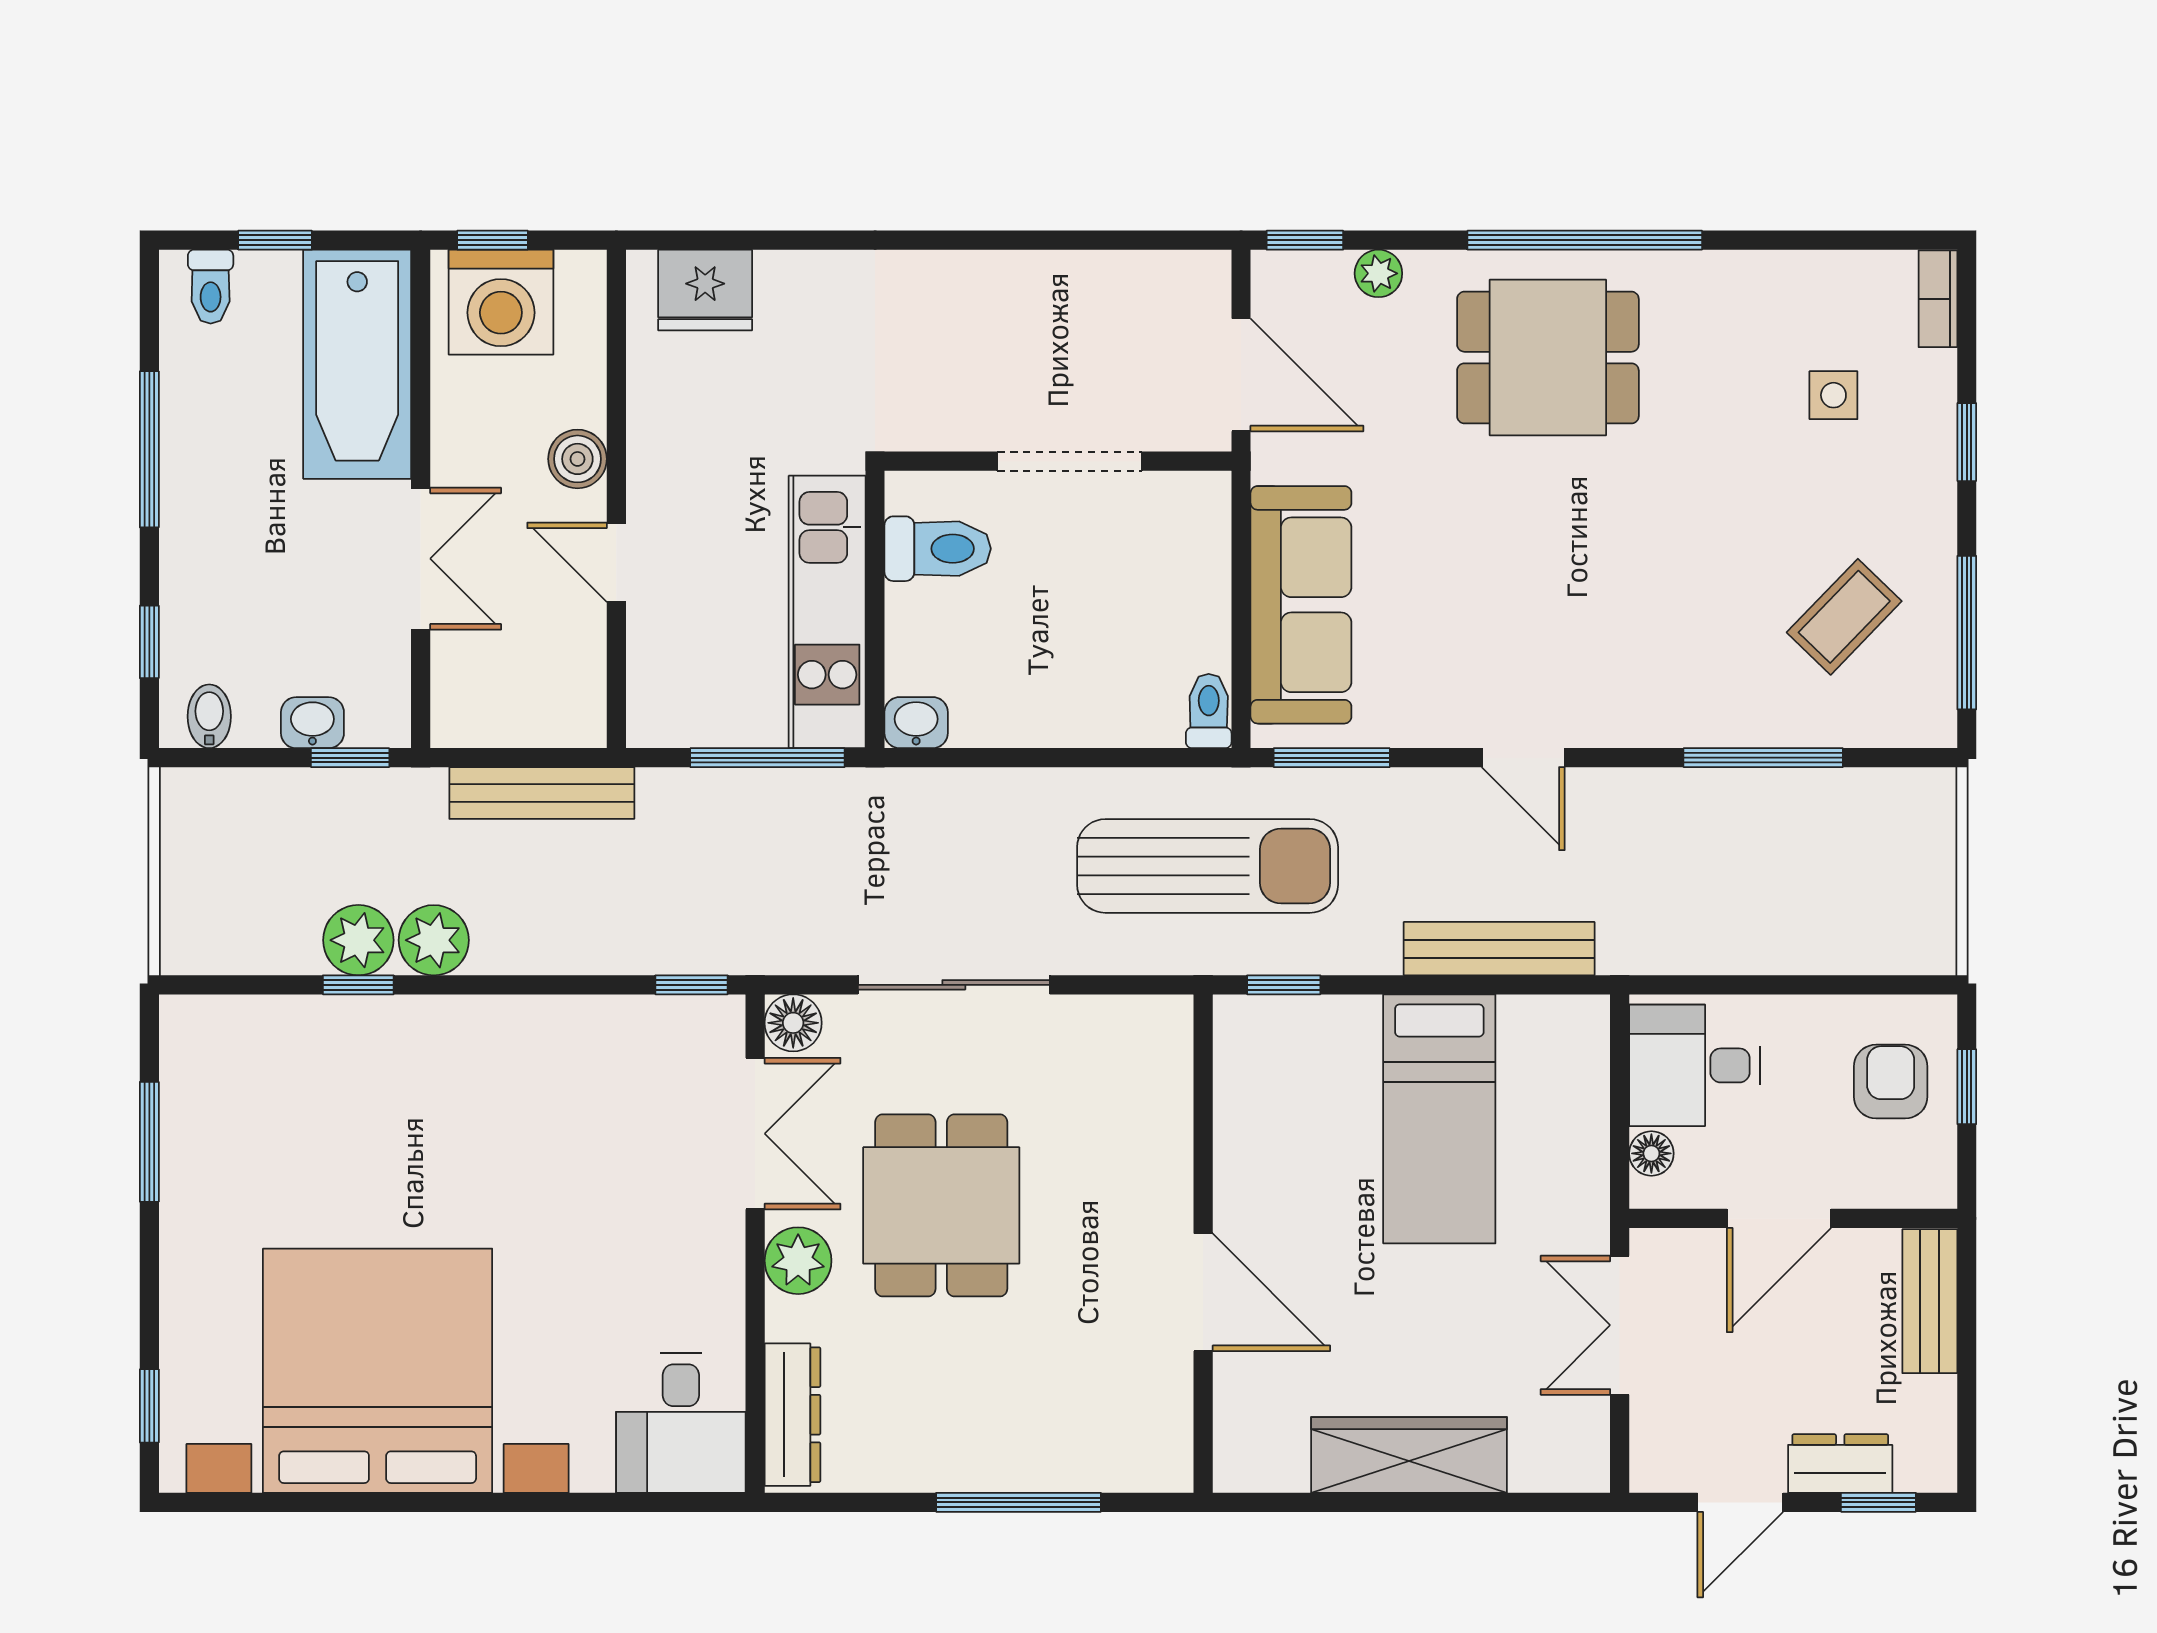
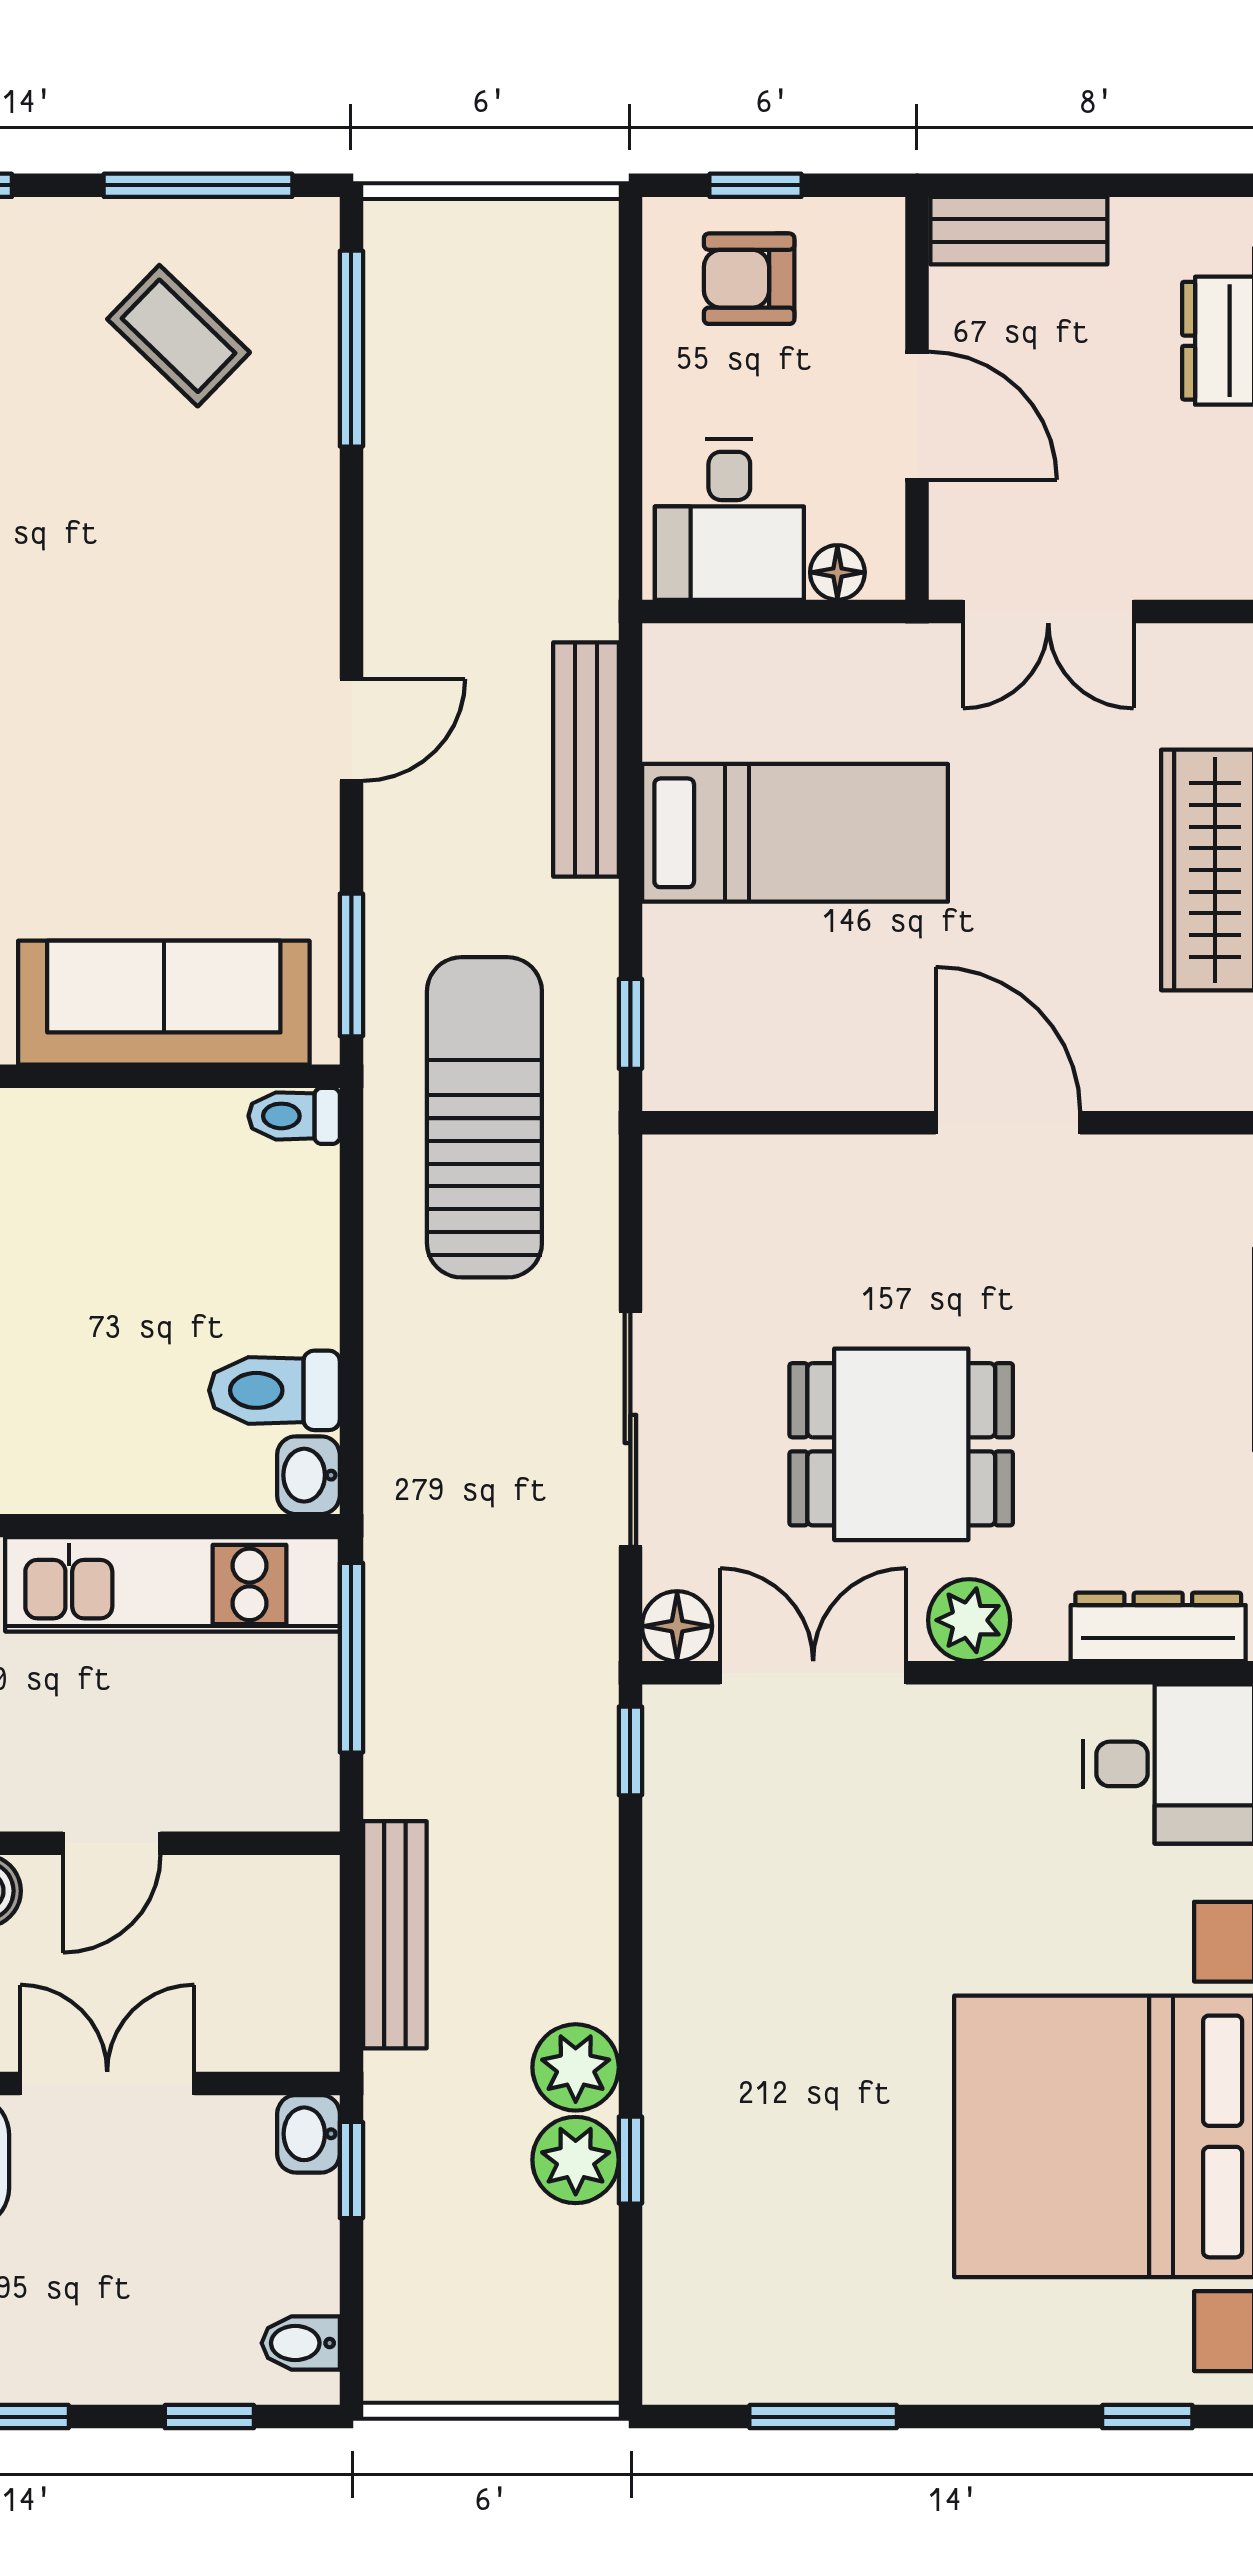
toilet: (938, 549) -> (274, 1390), moved, turned -90
washbasin: (312, 723) -> (309, 2134), moved
window: (1763, 758) -> (351, 349), moved
door: (1203, 1292) -> (1008, 1123), hinge flipped

